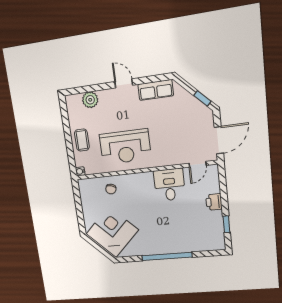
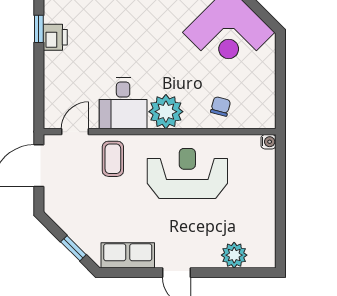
window: (202, 98) -> (73, 248), moved
coffee table: (82, 140) -> (113, 159), moved
plant: (143, 183) -> (166, 112), added
printer: (214, 202) -> (55, 37), moved

